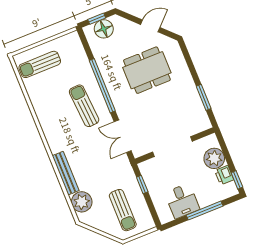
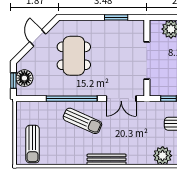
sun lounger: (84, 106) -> (82, 121), turned -152
bench: (66, 173) -> (107, 159), moved

